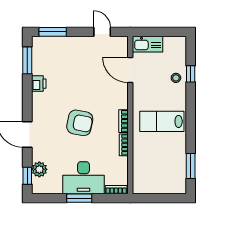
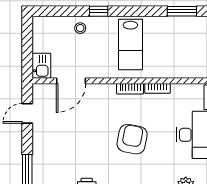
kitchen sink: (148, 44) -> (41, 66), width x0.73
window: (191, 74) -> (99, 11), moved

